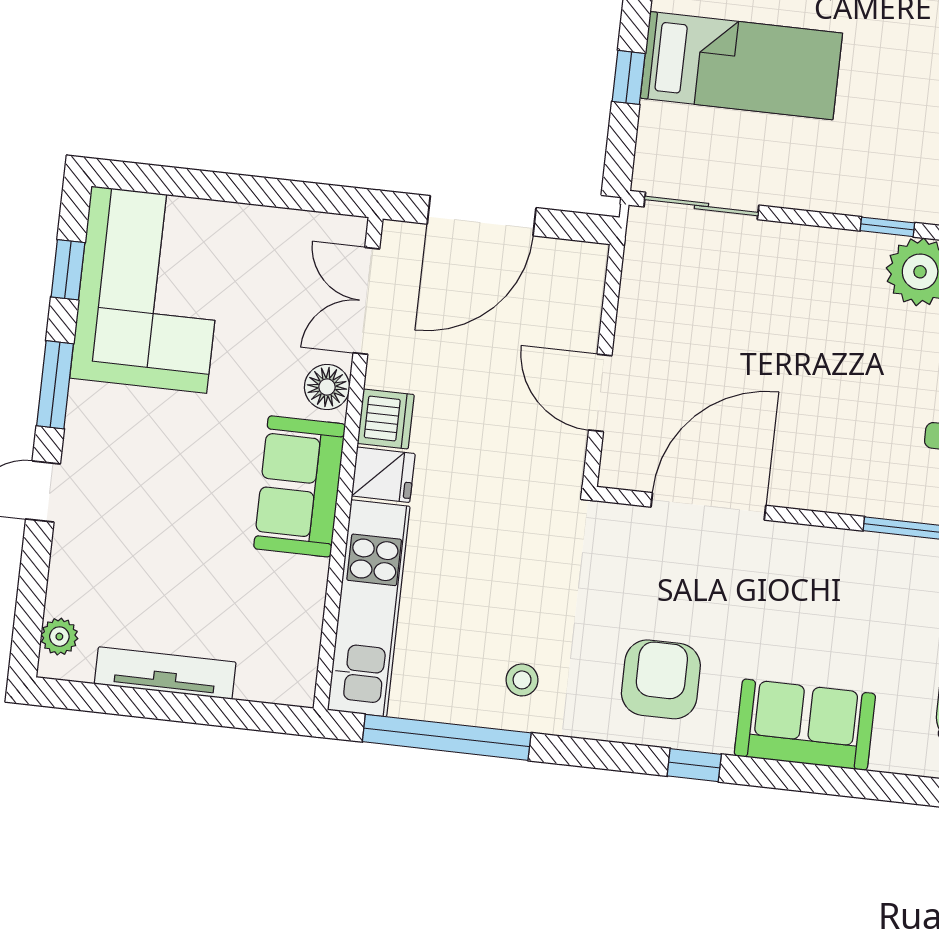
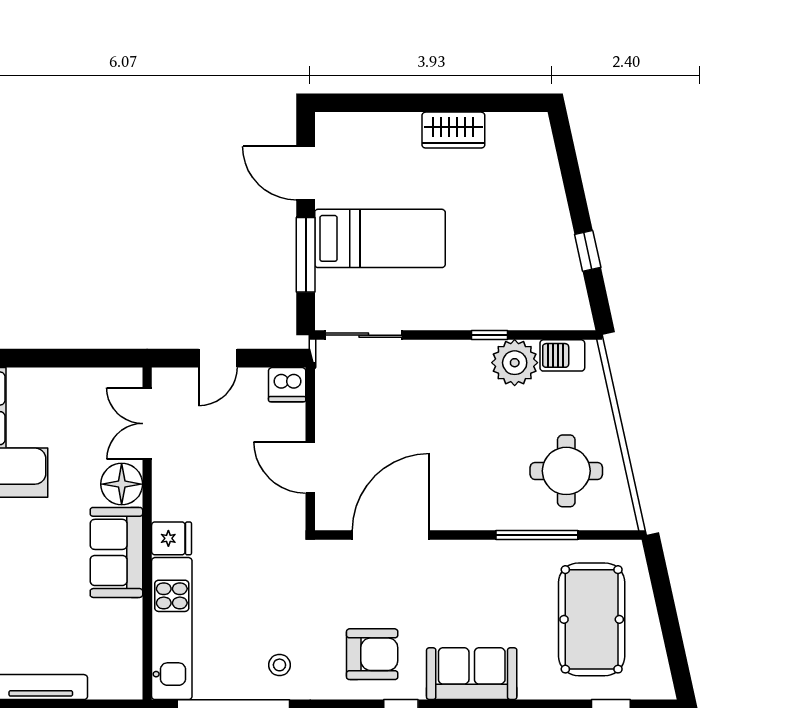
window: (629, 77) -> (306, 255), width x2.17
door: (482, 216) -> (218, 358), width x0.53
floor lamp: (327, 387) -> (122, 484), width x1.38, depth x1.38
dishwasher: (386, 419) -> (287, 385), moved, turned 90
armchair: (661, 679) -> (372, 654), turned 90

